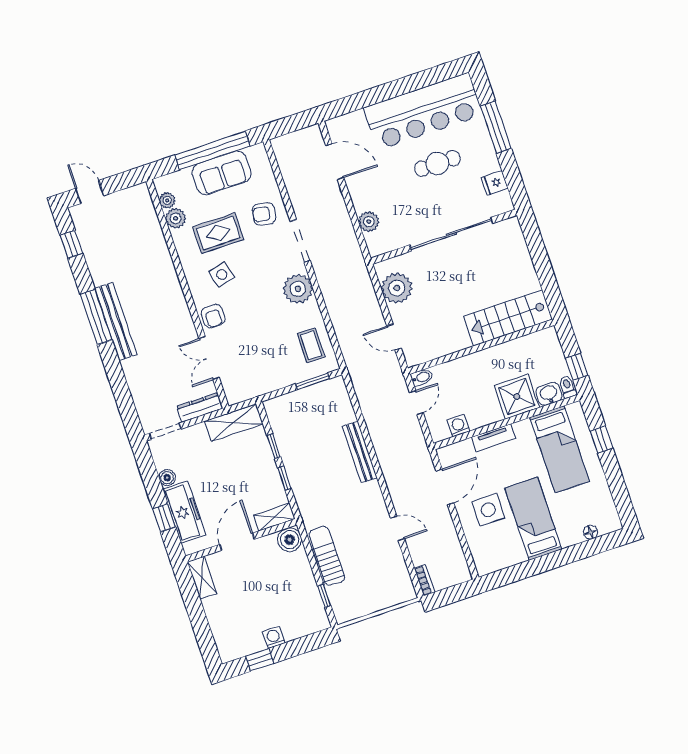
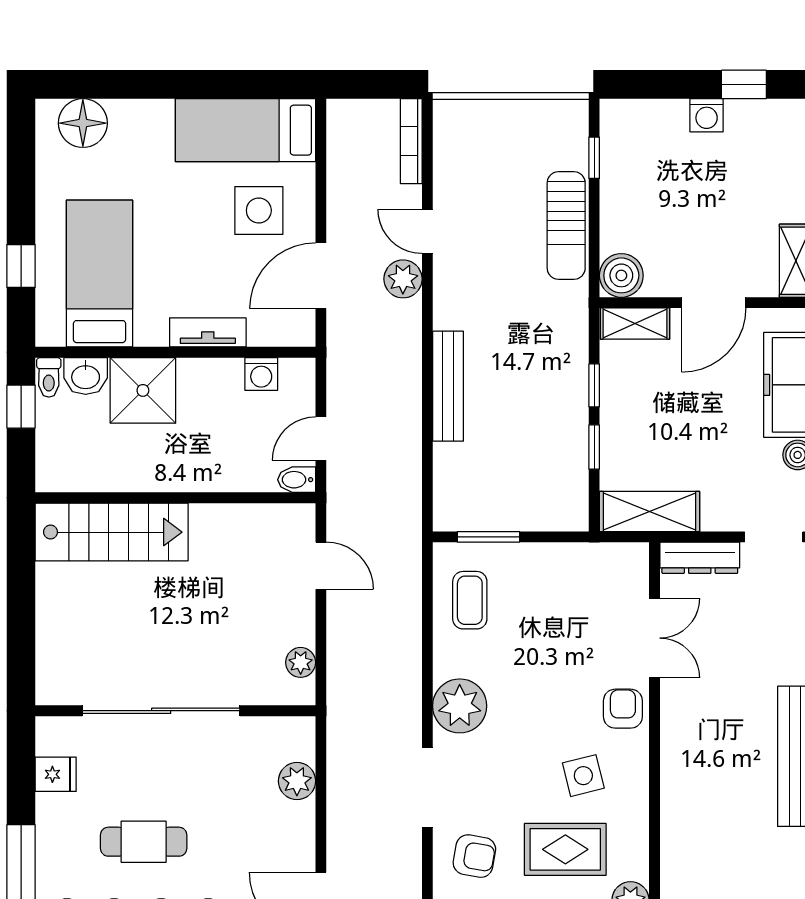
plant: (397, 288) -> (301, 662), width x0.53, depth x0.53
plant: (402, 500) -> (403, 279), added
bed: (533, 519) -> (245, 130), moved, turned 90
floor lamp: (591, 532) -> (83, 123), width x1.89, depth x1.89
bookcase: (424, 580) -> (411, 141), width x1.56

